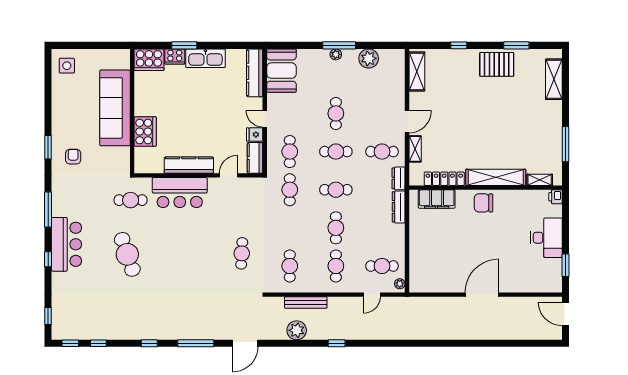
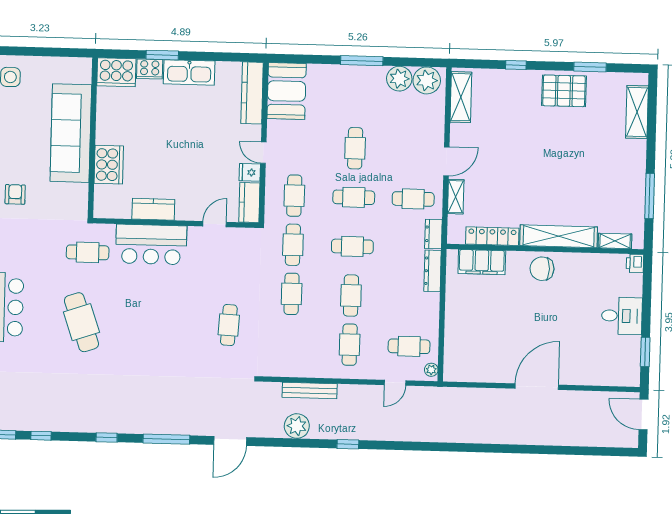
plant: (336, 54) -> (427, 80), moved, width x1.87, depth x1.87
kitchen counter: (189, 165) -> (153, 209), width x0.67
desk: (546, 238) -> (622, 316), width x0.73
cafe table: (290, 266) -> (292, 294), moved

